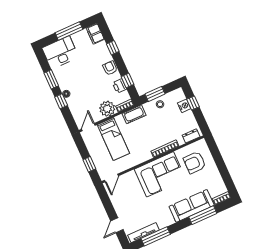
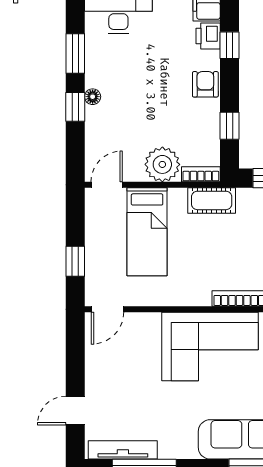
printer: (119, 86) -> (208, 36), moved

